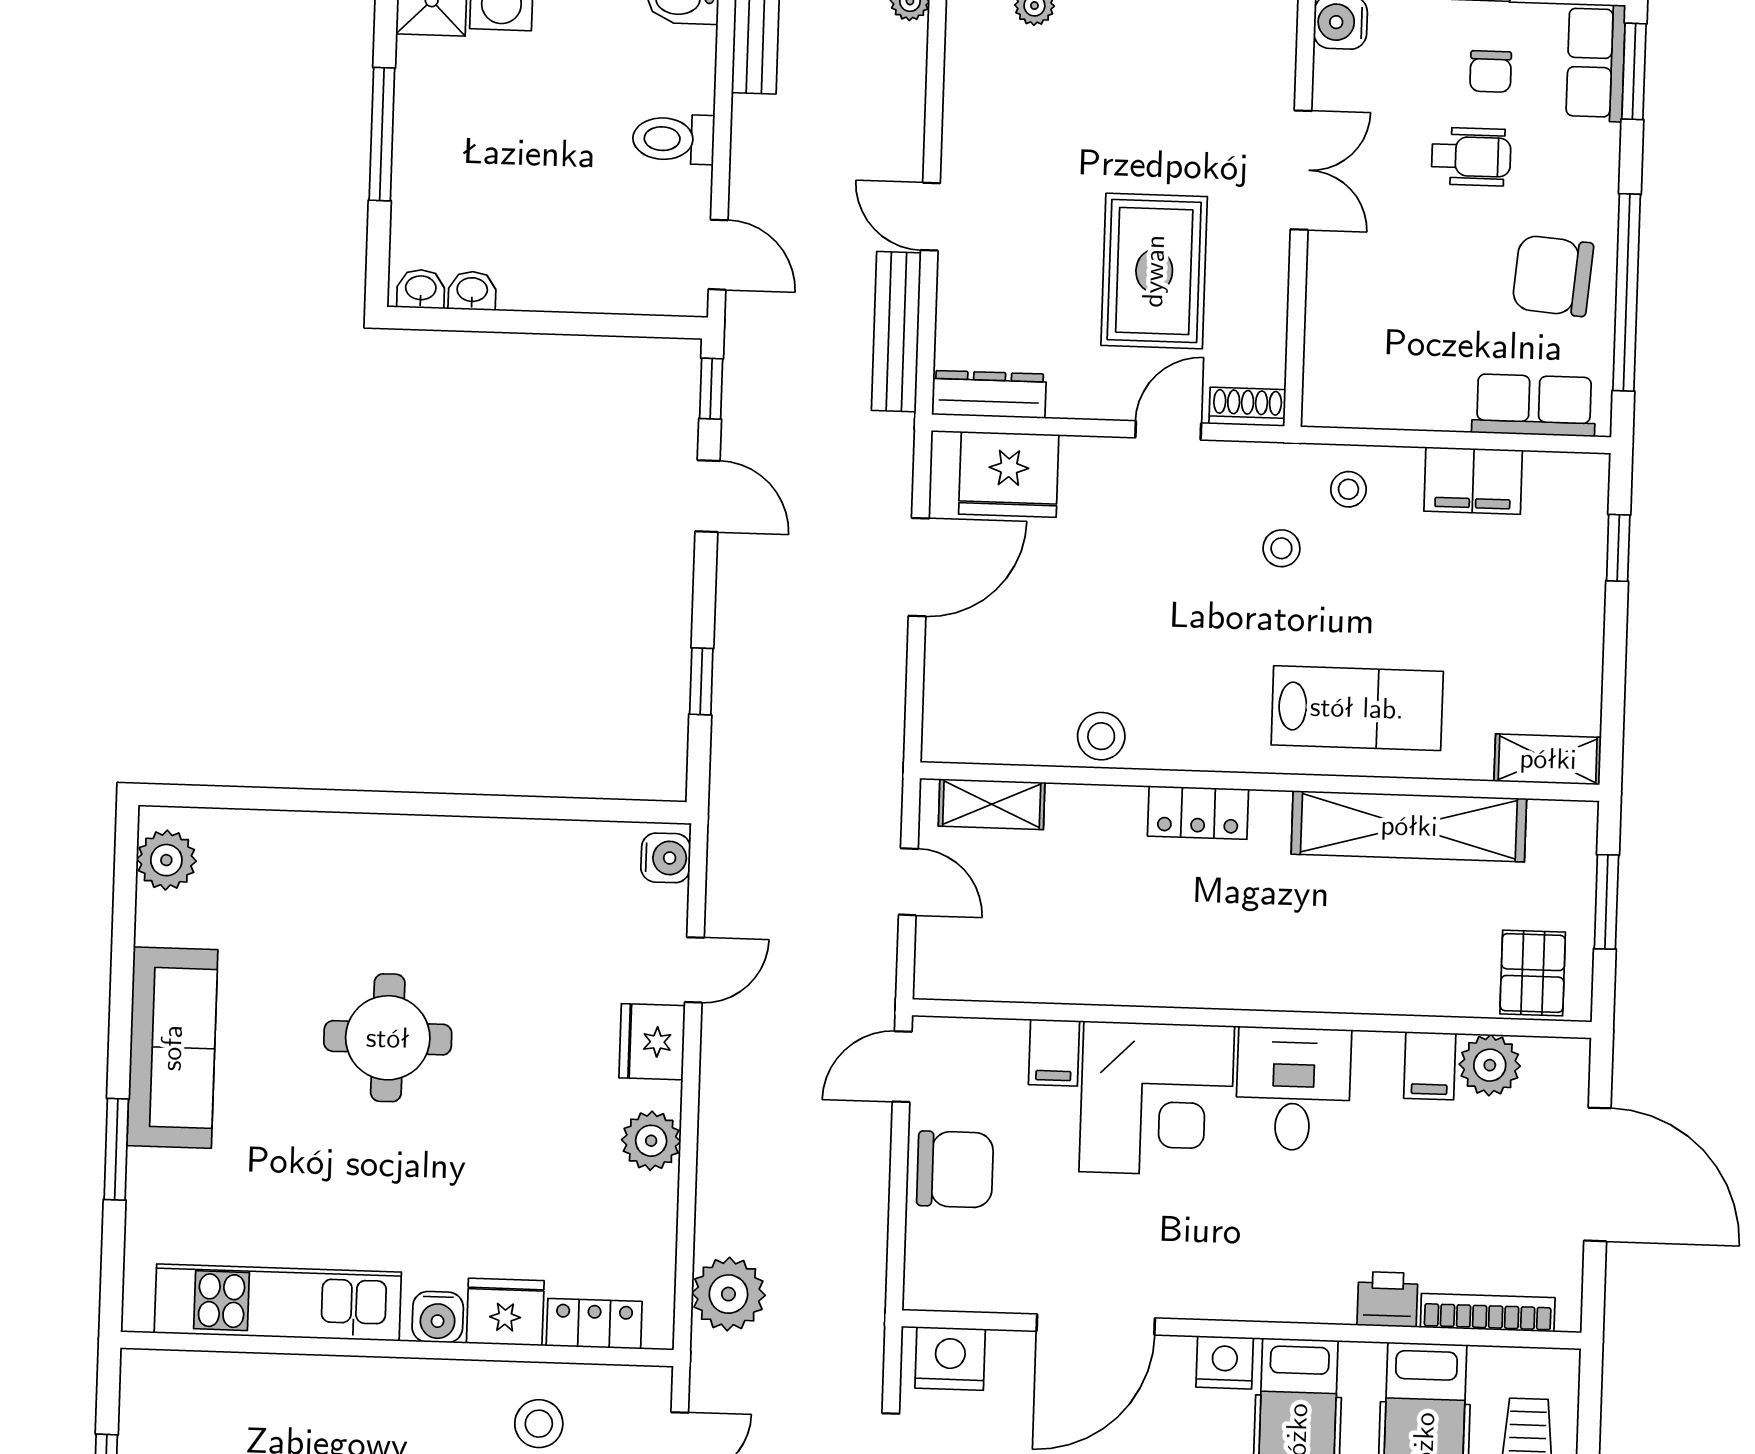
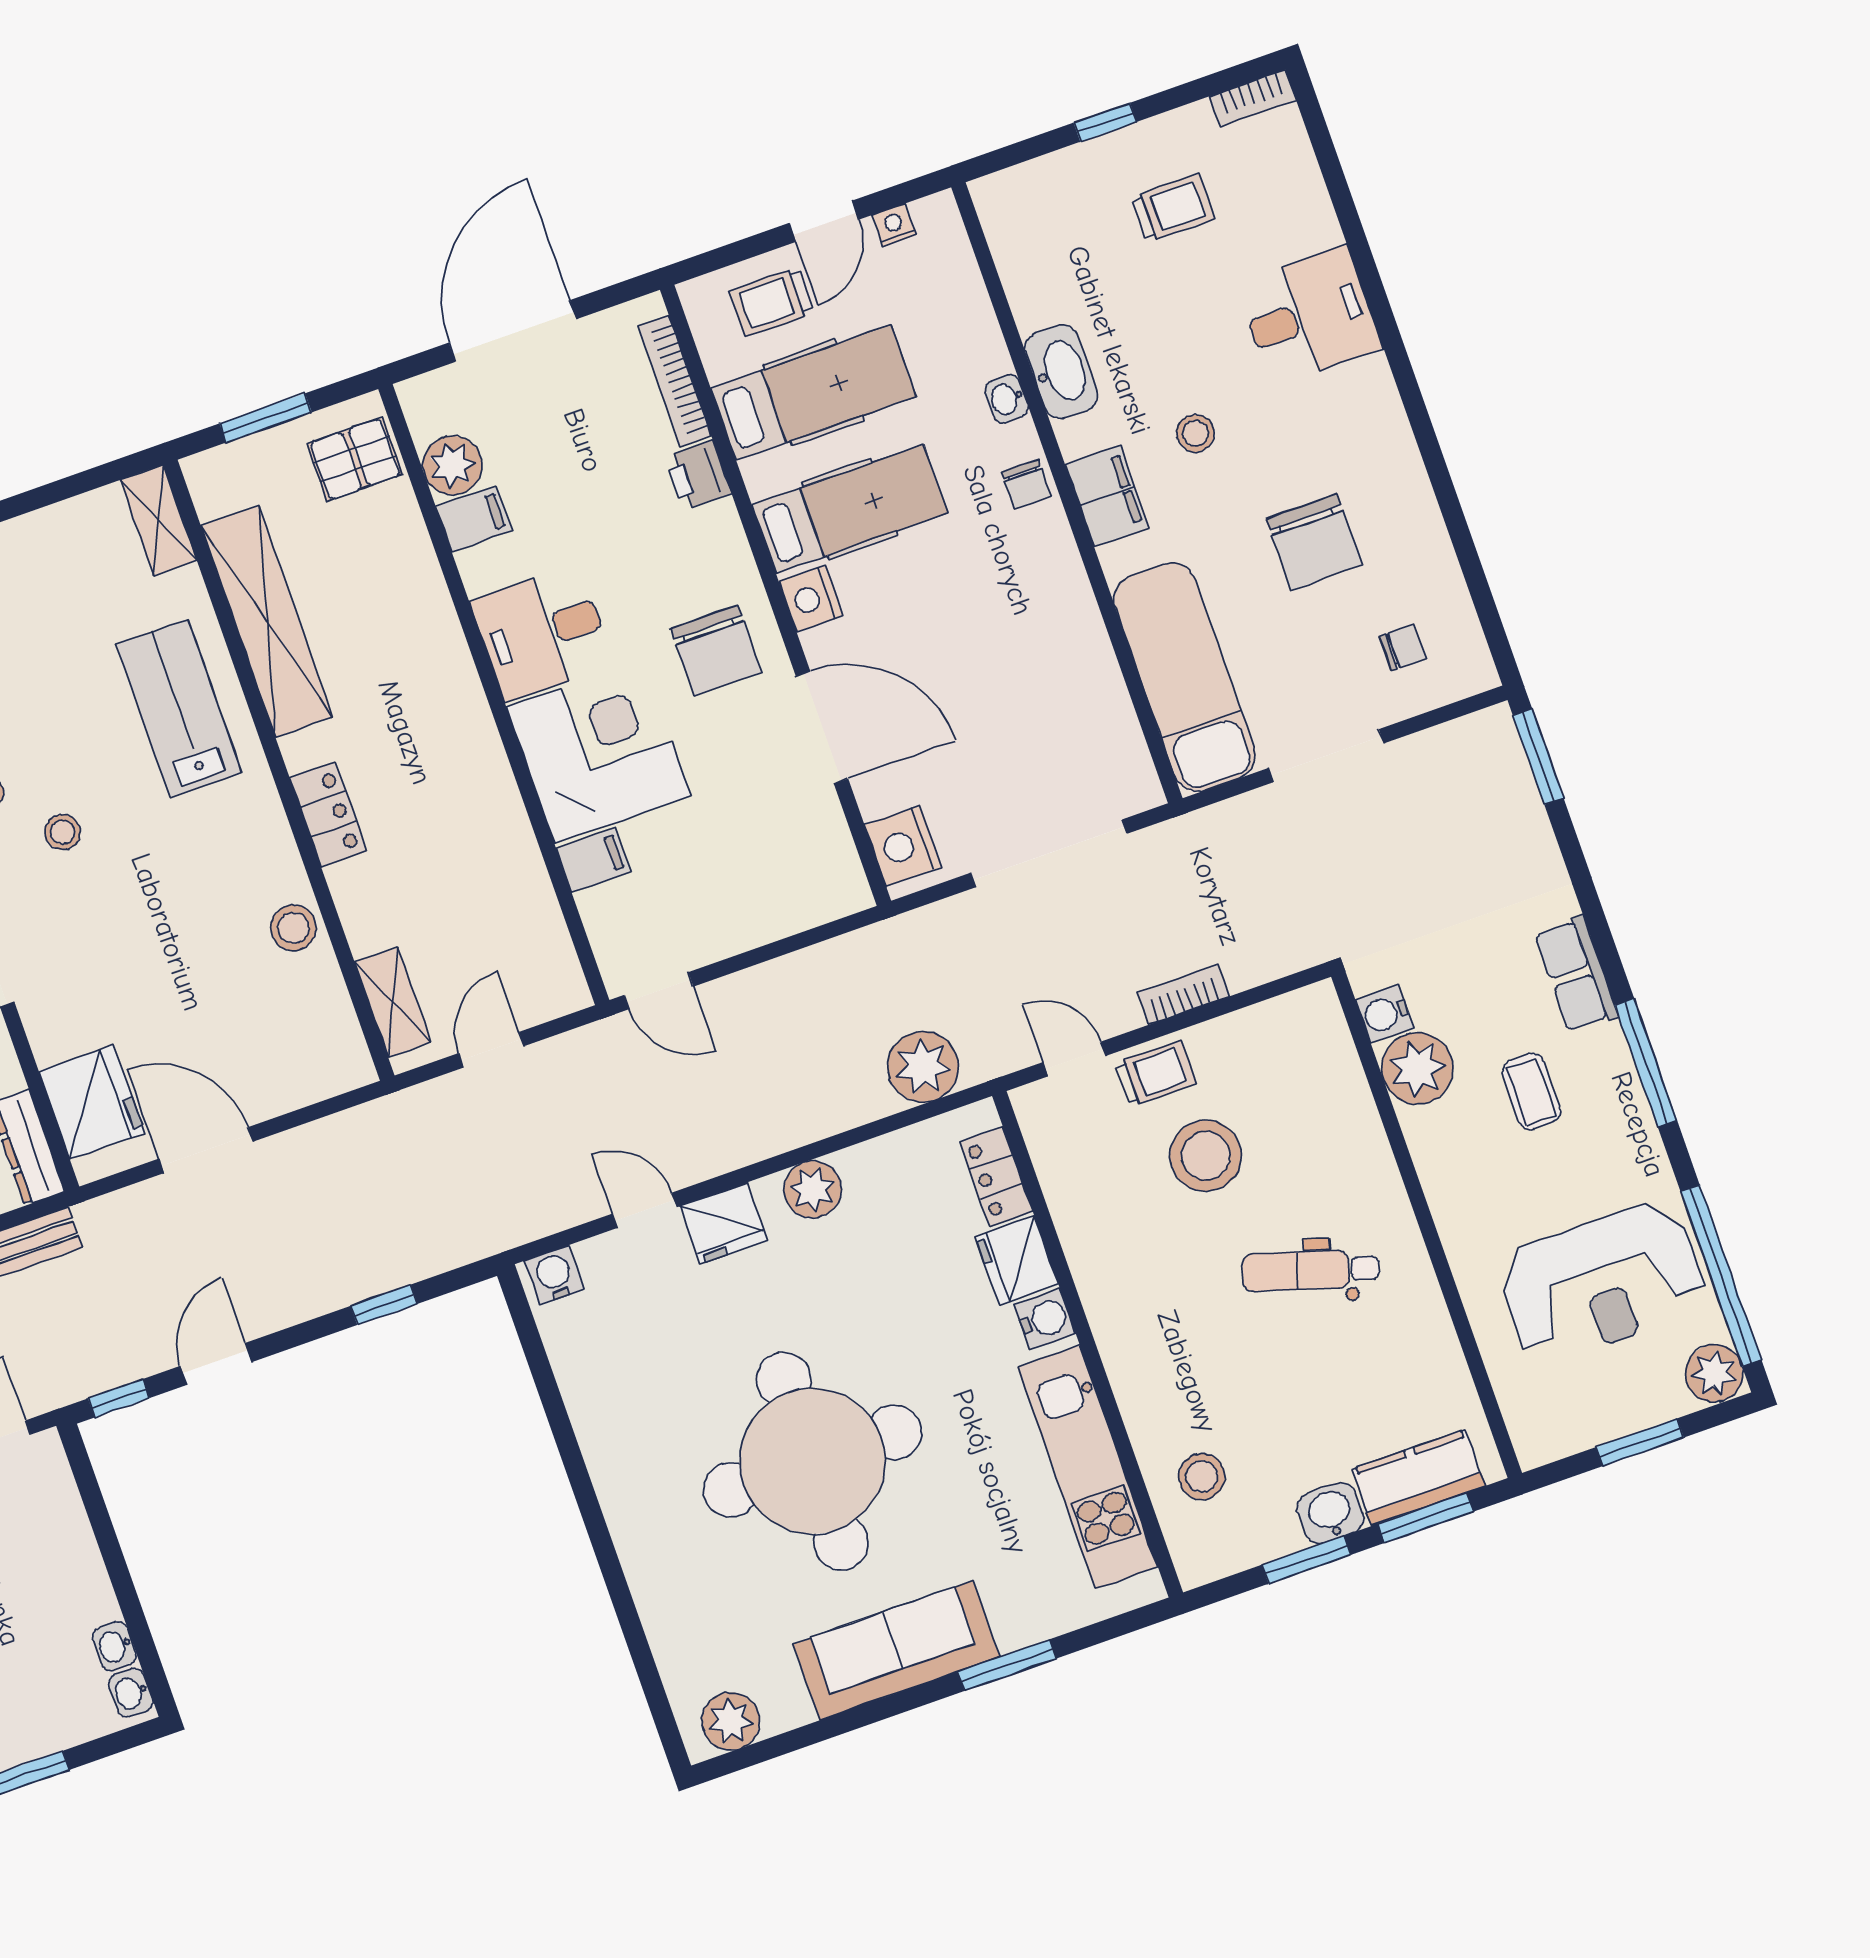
round table: (388, 1038) -> (812, 1461), width x1.86, depth x1.86
chair: (955, 1169) -> (716, 650), moved, turned 180
stool: (539, 1424) -> (1202, 1477), moved

